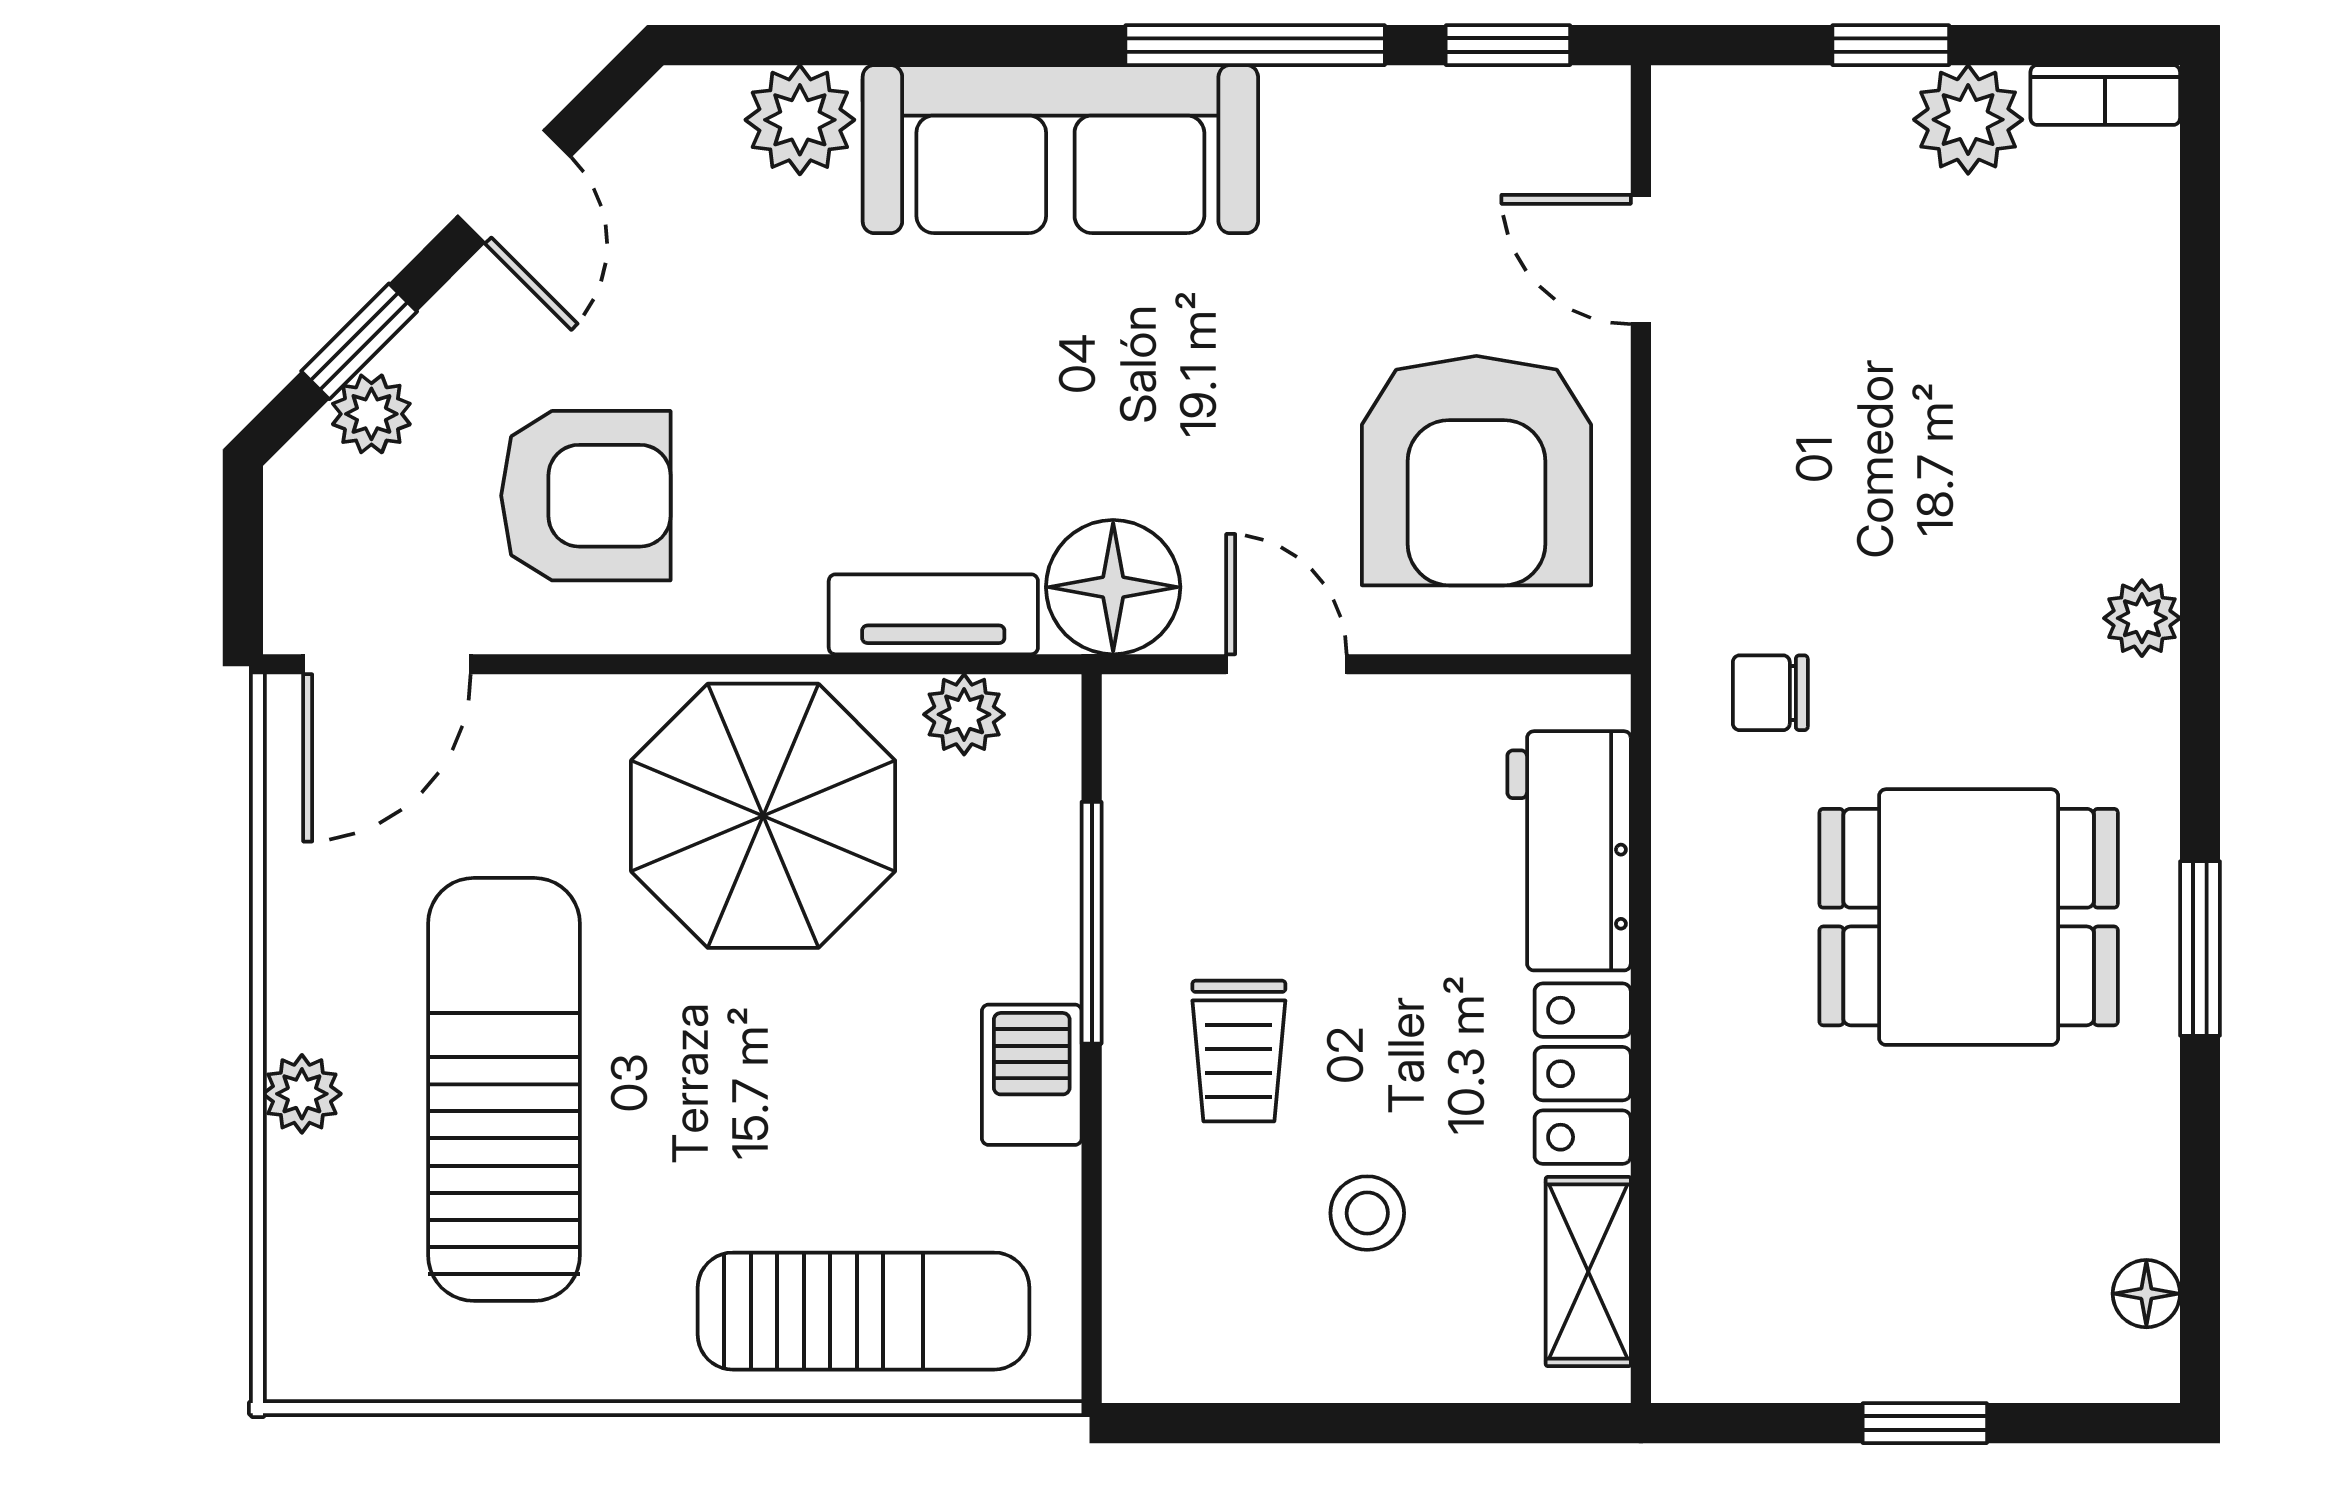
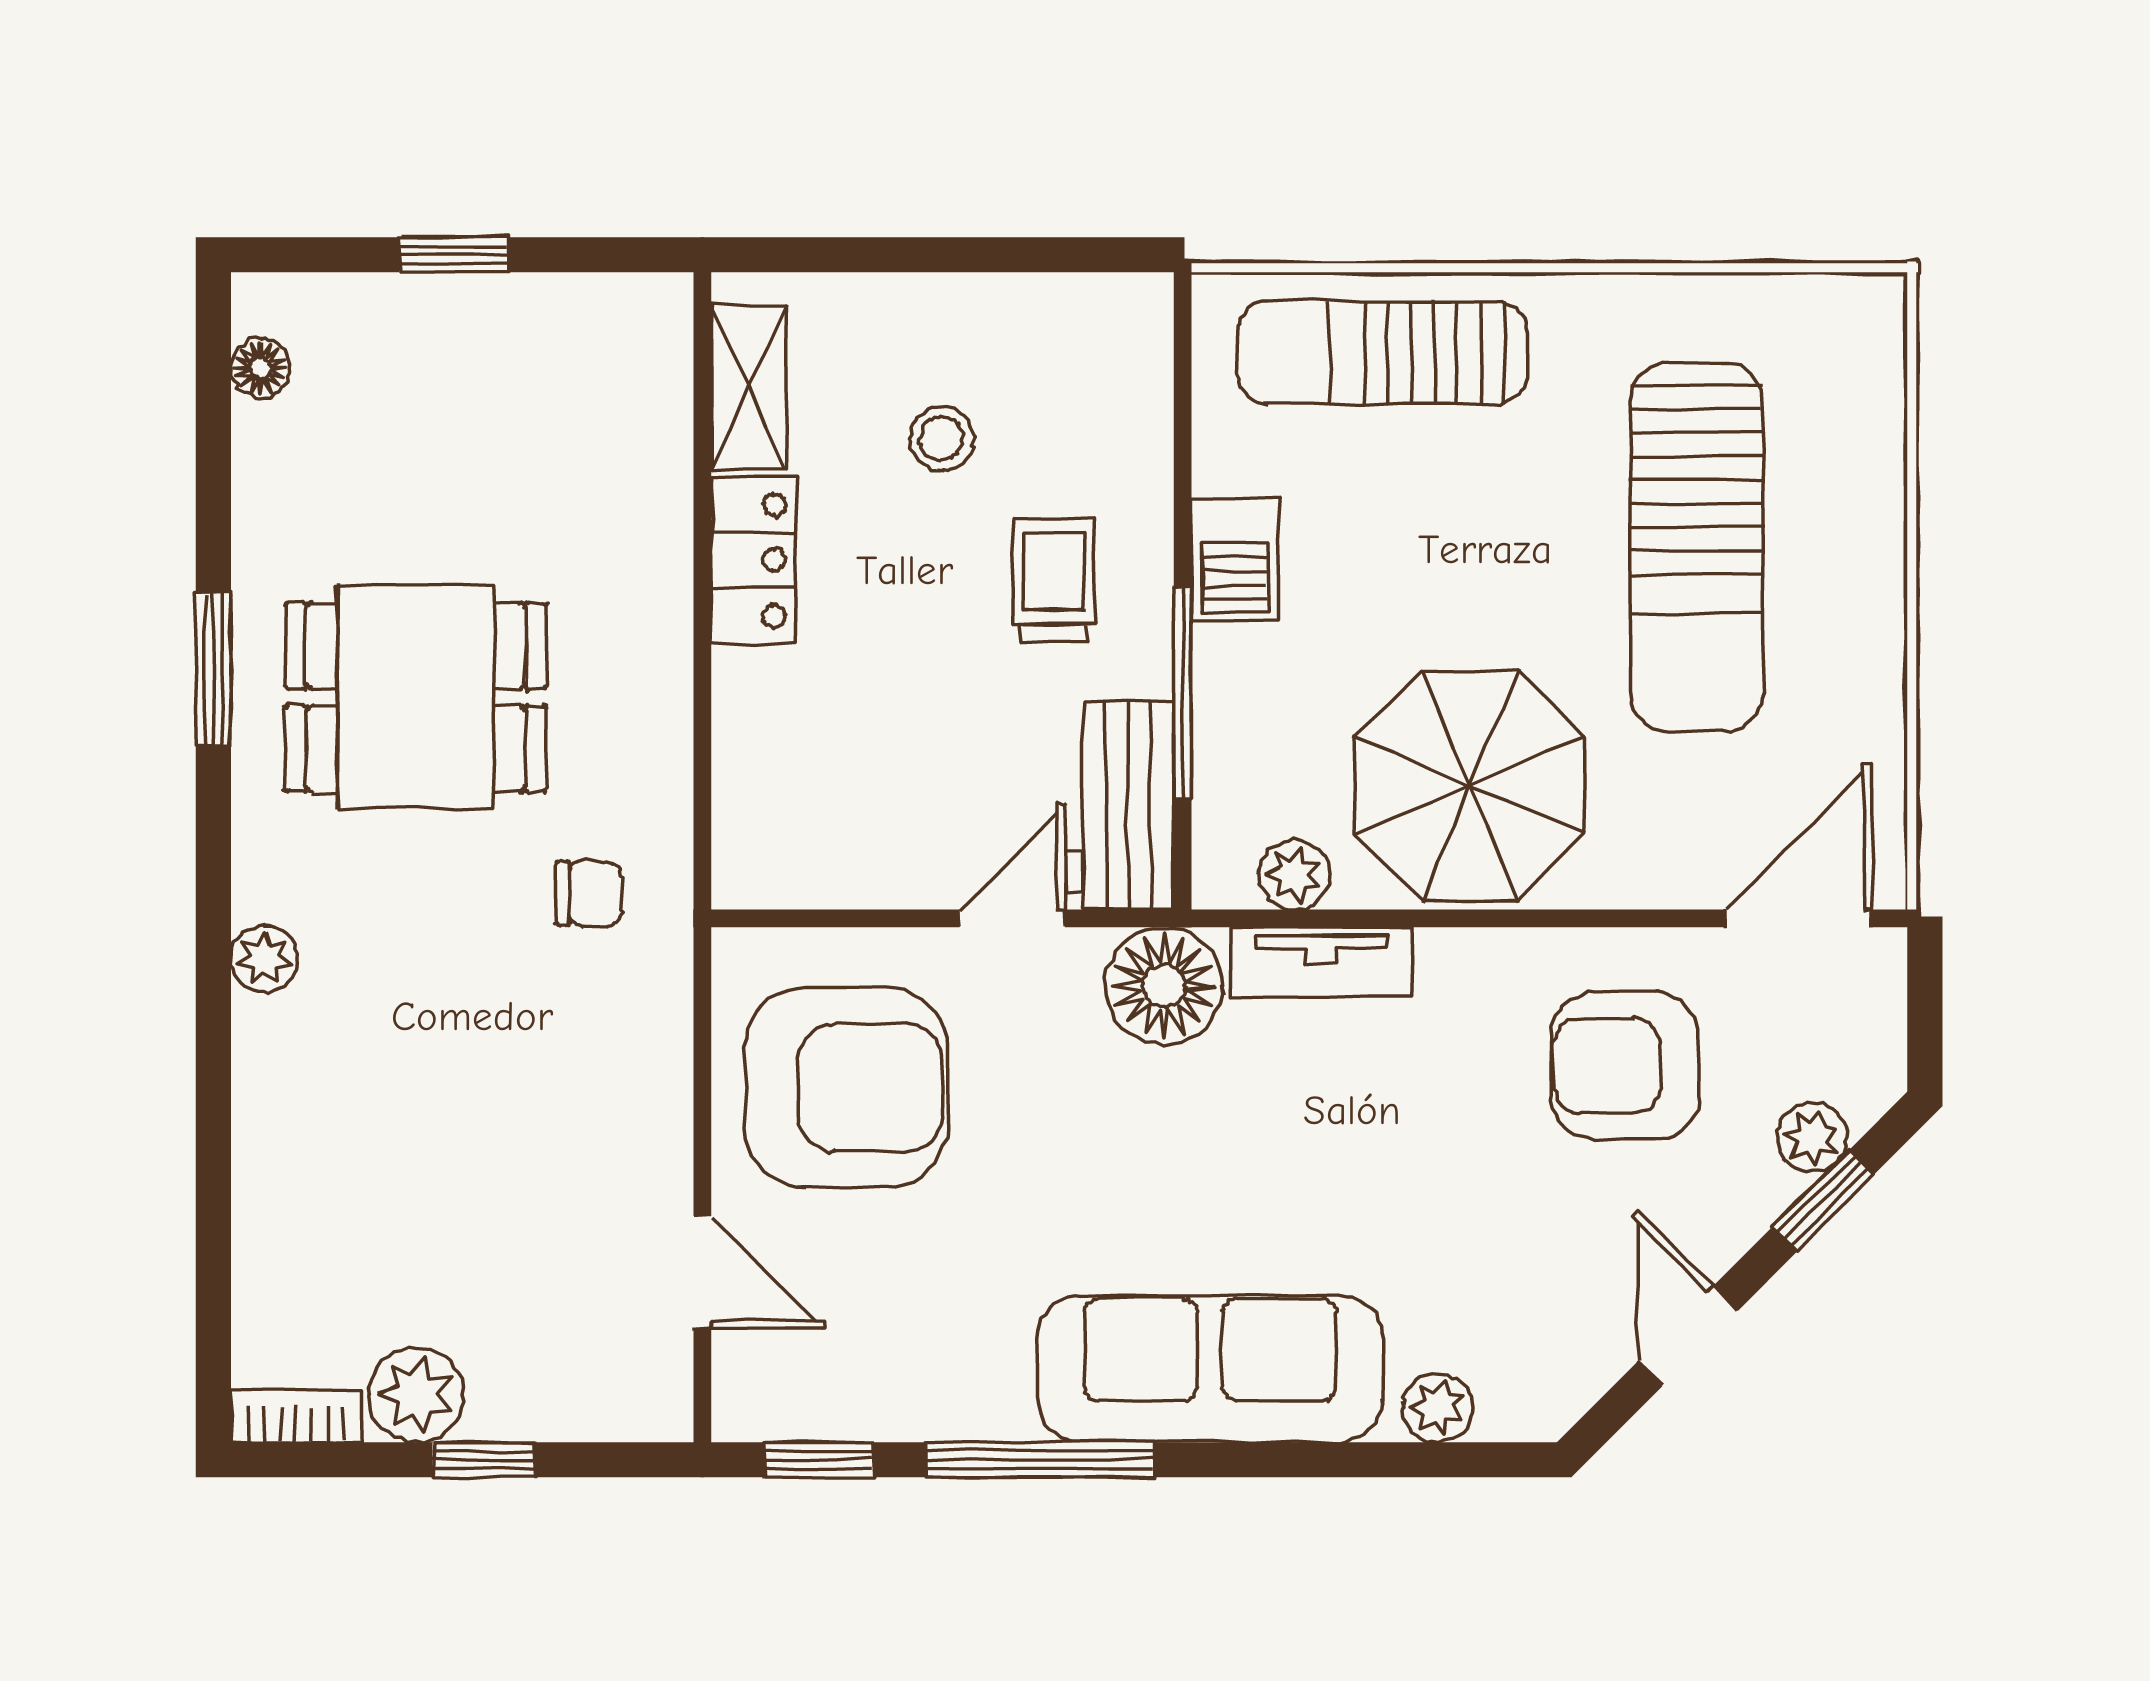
plant: (800, 120) -> (1438, 1407), width x0.73, depth x0.73
armchair: (1476, 471) -> (846, 1088), turned 90
door: (1286, 664) -> (1012, 918), swing flipped
workbench: (1569, 851) -> (1120, 805), moved, turned 180
plant: (302, 1094) -> (1873, 543), removed

